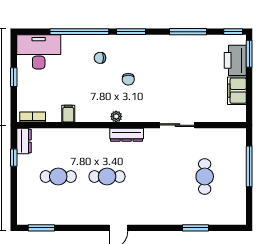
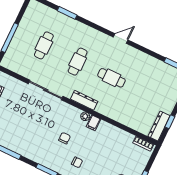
filing cabinet: (68, 114) -> (93, 123), moved
sliding door: (177, 125) -> (46, 90), width x1.37
dresser: (24, 141) -> (159, 126), width x1.44
cafe table: (58, 176) -> (78, 62), moved, turned 90

